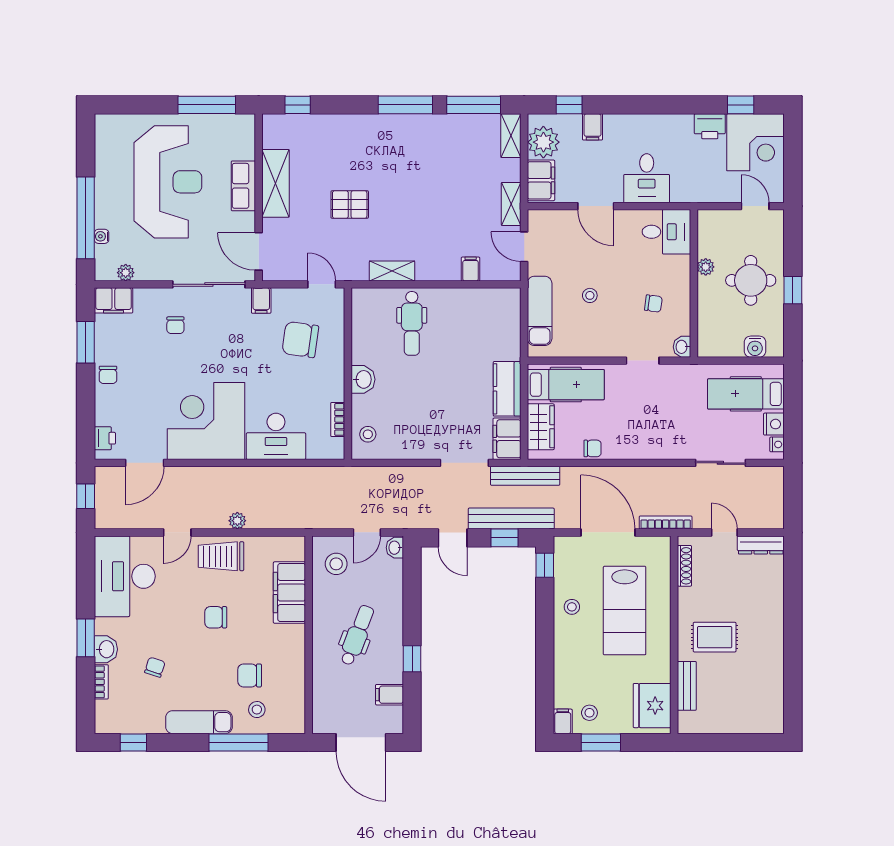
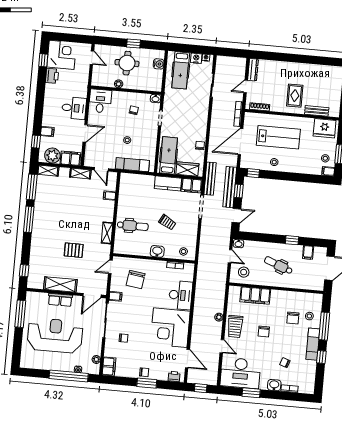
pallet: (350, 205) -> (74, 250), turned 90
door: (755, 206) -> (92, 58), swing flipped
door: (524, 247) -> (101, 169), hinge flipped
window: (86, 342) -> (147, 383), moved
trolley: (426, 395) -> (167, 222), added
window: (86, 638) -> (251, 393), moved
window: (133, 742) -> (321, 357), moved

